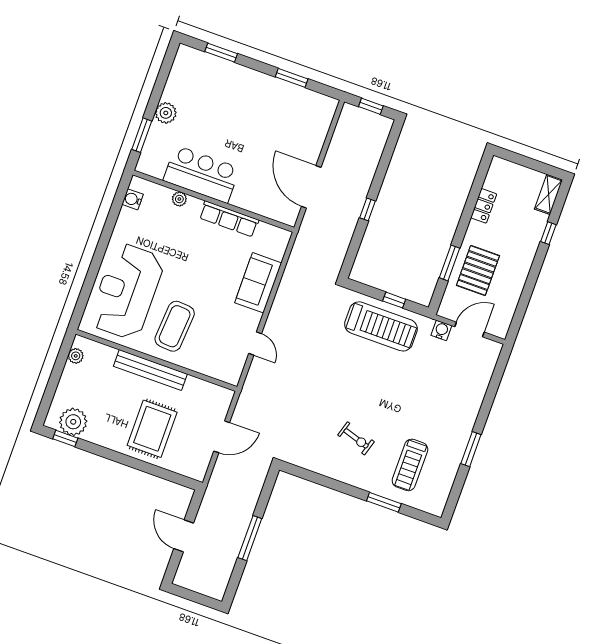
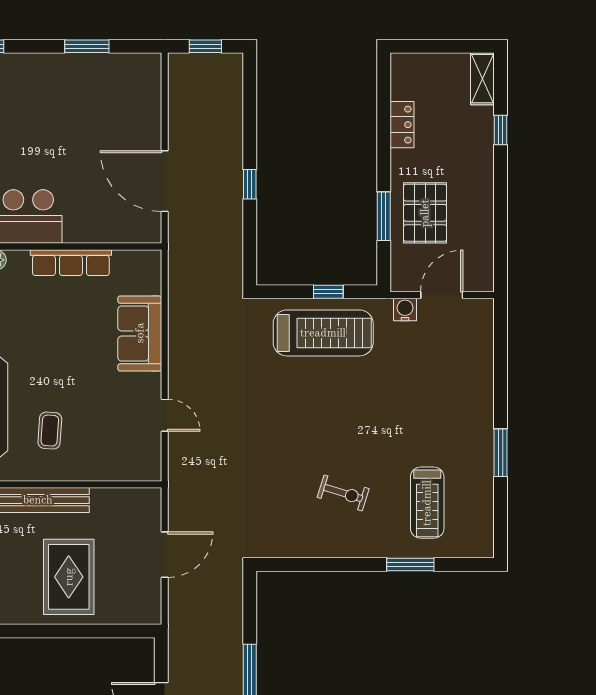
coffee table: (175, 326) -> (50, 431), width x0.54, depth x0.58

